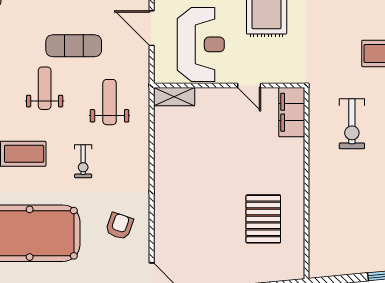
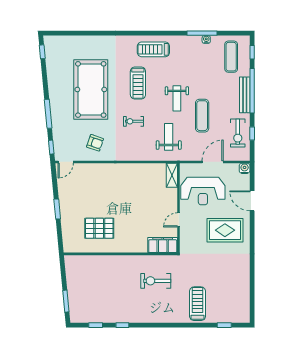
weight bench: (45, 88) -> (177, 98), turned 90
weight bench: (110, 102) -> (169, 137), turned -90

